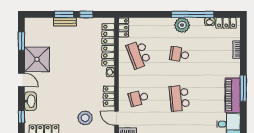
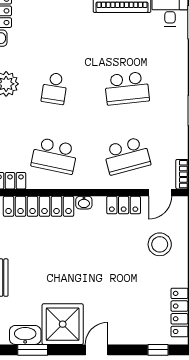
school desk: (139, 54) -> (54, 156), turned 33
school desk: (139, 98) -> (127, 156), width x1.85
washbasin: (30, 101) -> (25, 335), moved

